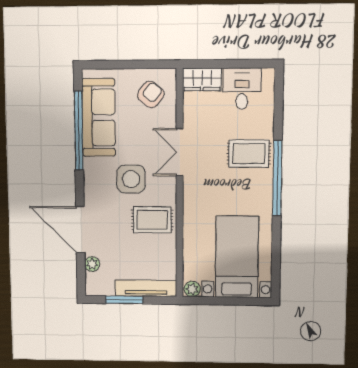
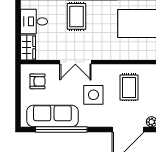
armchair: (151, 94) -> (38, 81), turned 141
rug: (152, 220) -> (129, 87), moved

